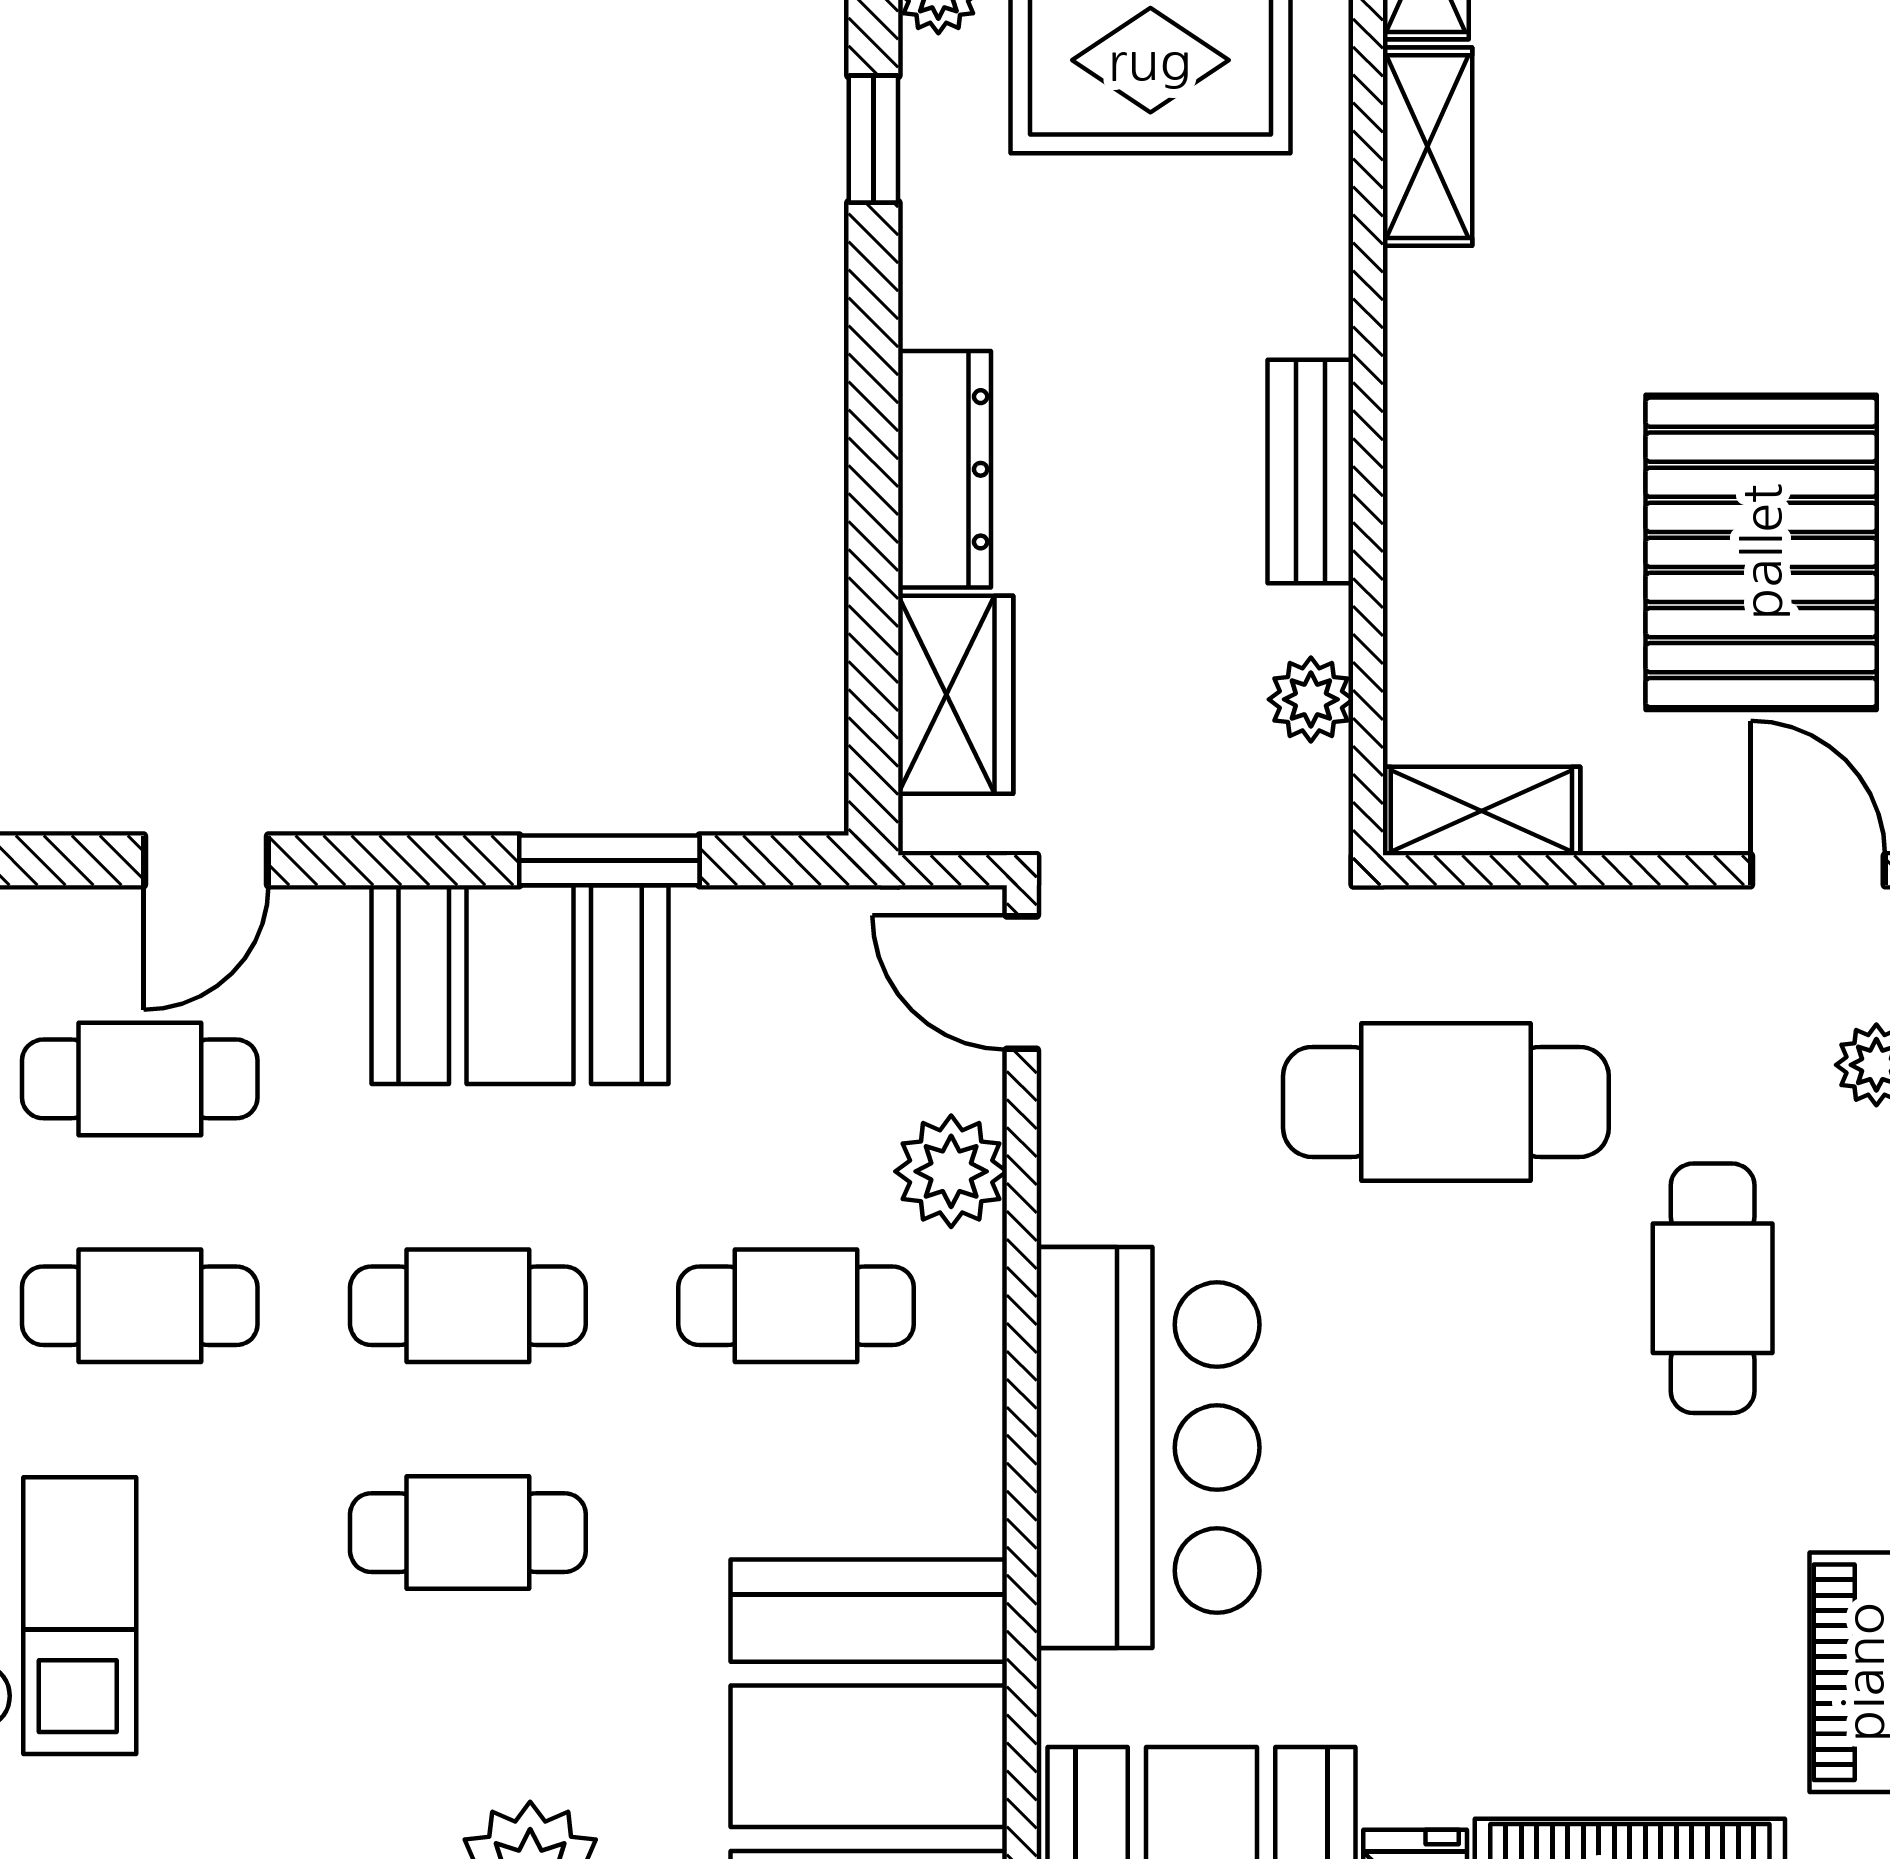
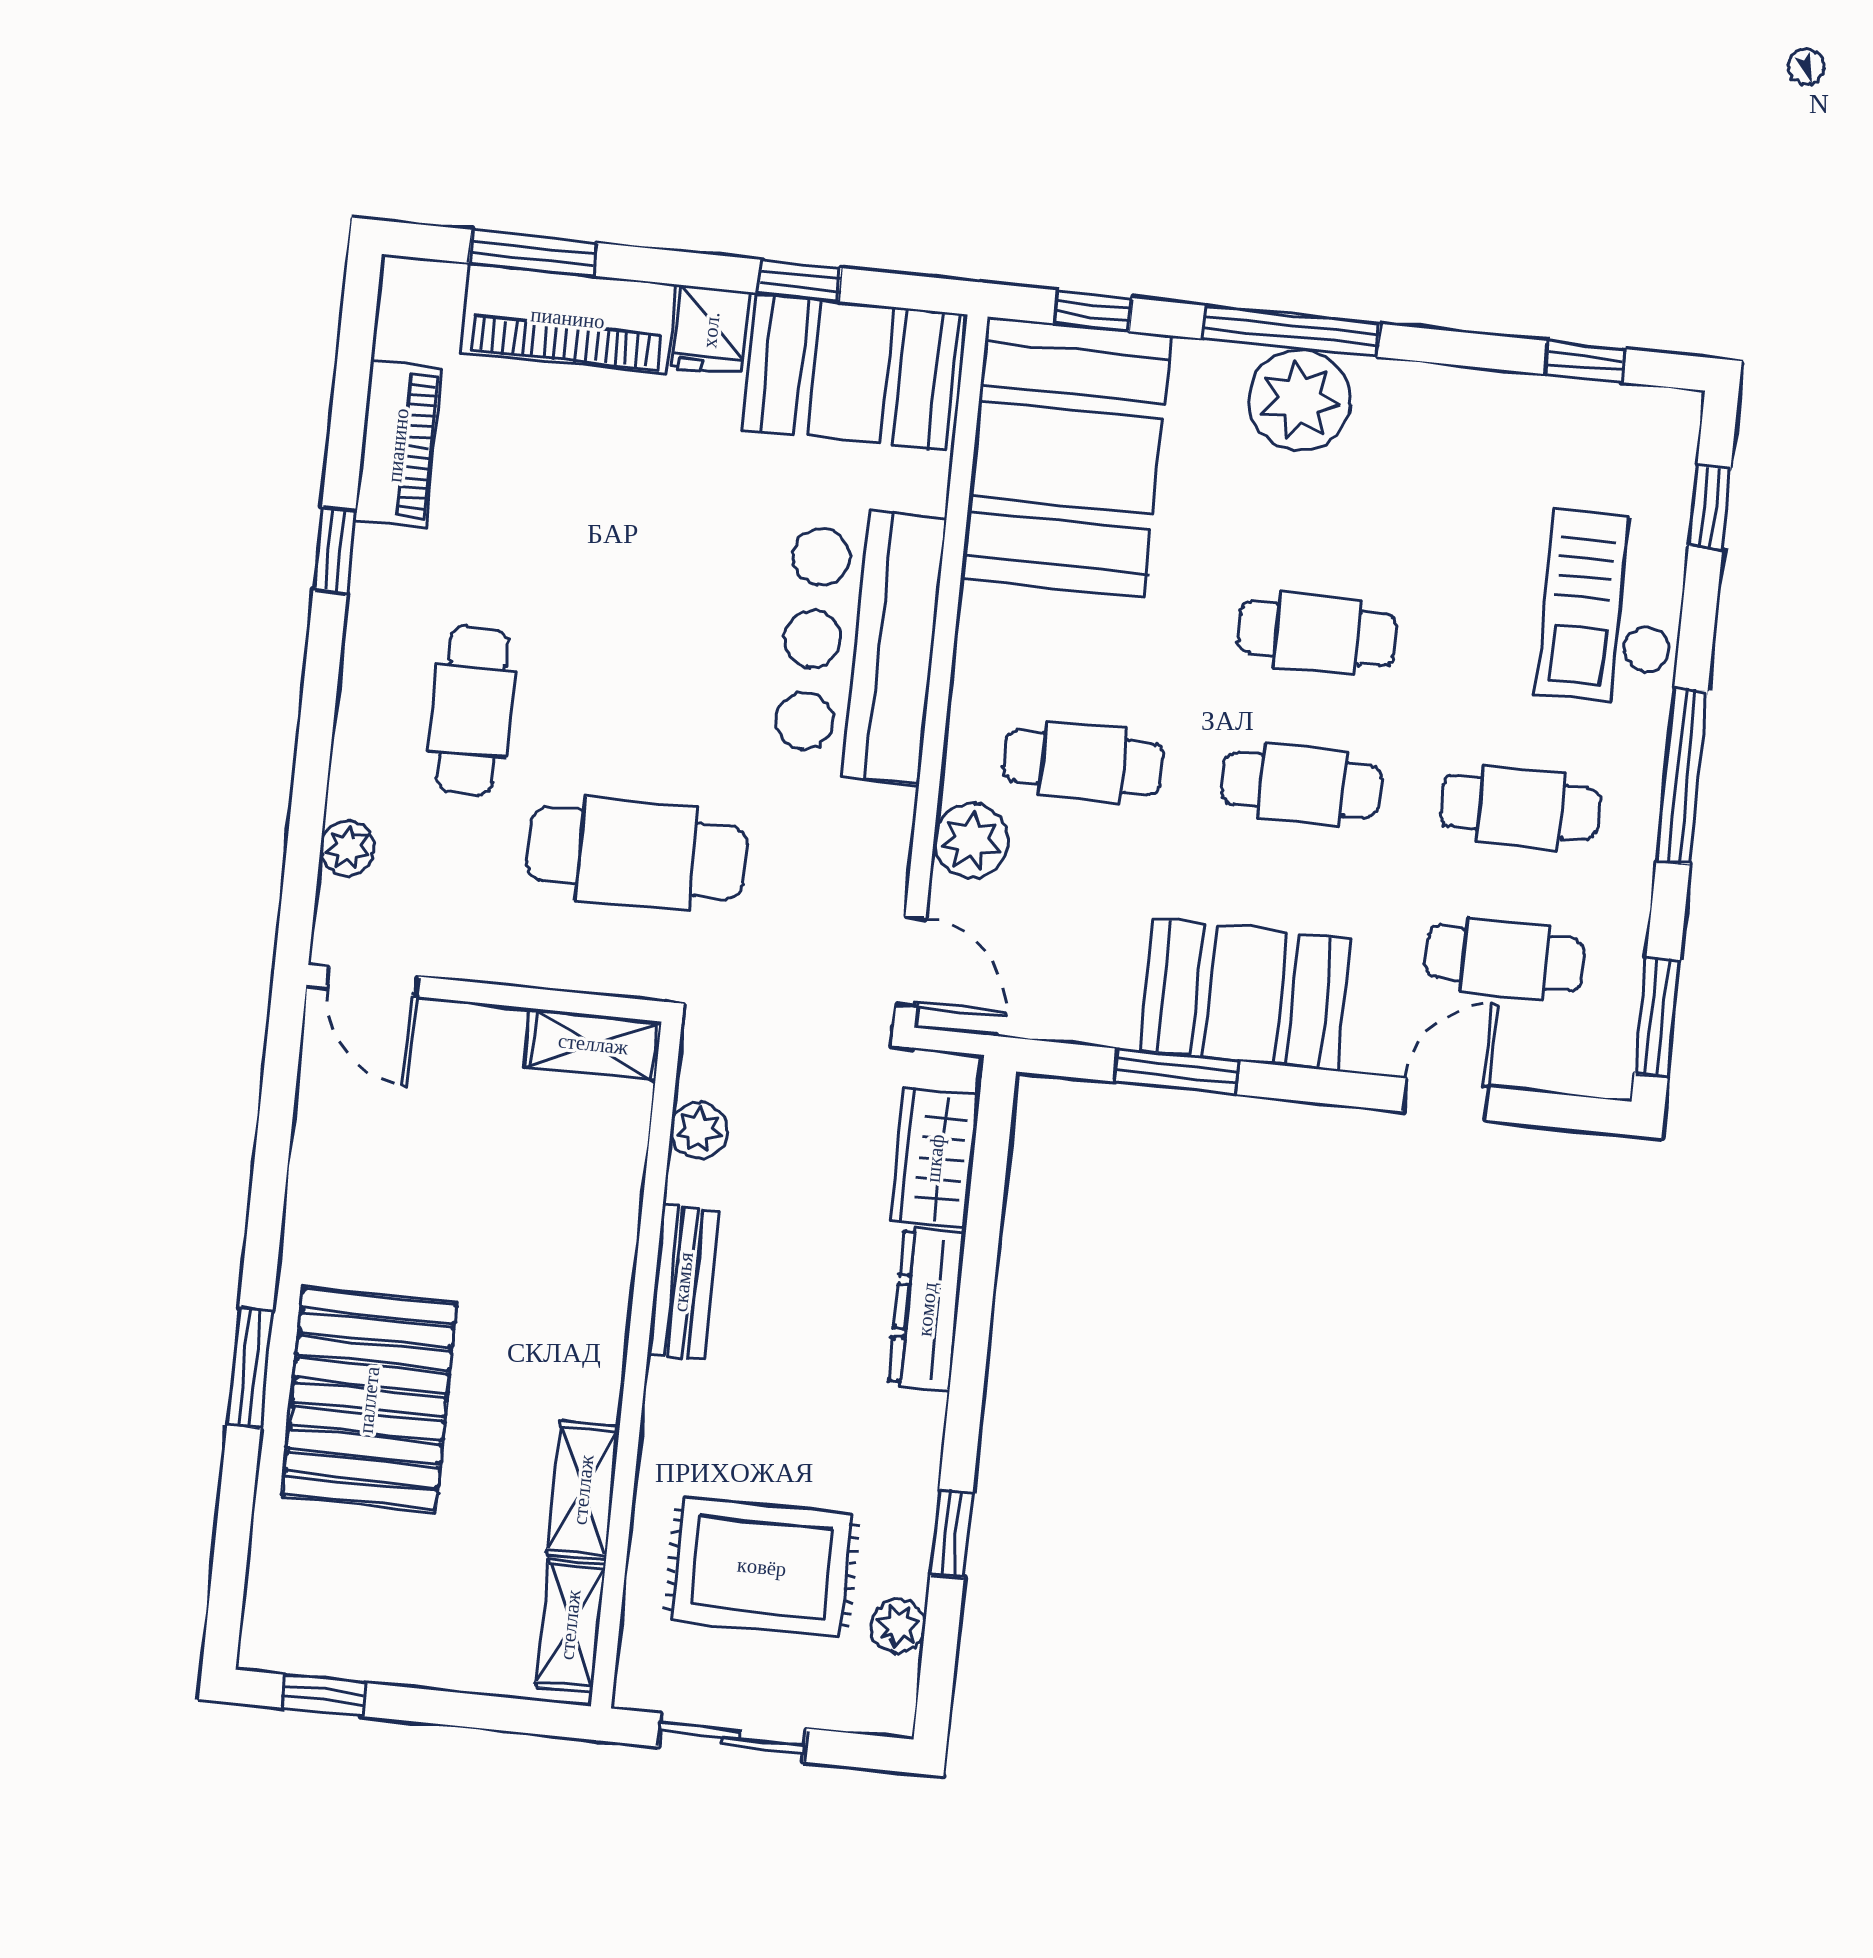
pallet: (1761, 552) -> (369, 1400), moved

